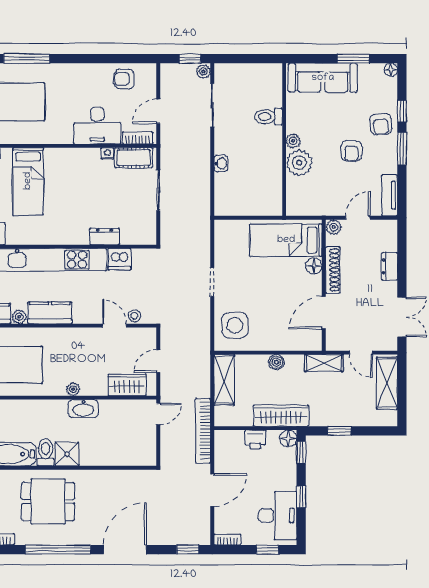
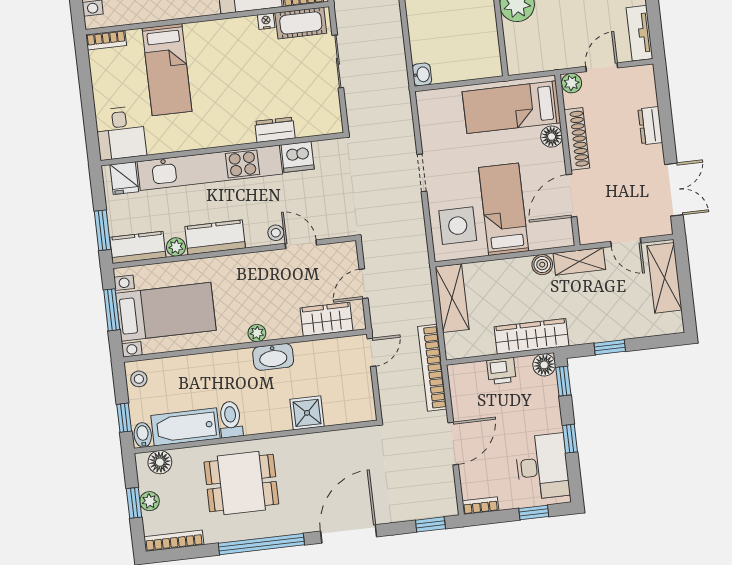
washbasin: (221, 163) -> (422, 74), moved
stool: (134, 316) -> (276, 233), moved
bed: (271, 317) -> (504, 209), added
boiler: (276, 362) -> (542, 265), moved
shower: (67, 454) -> (307, 413), moved

